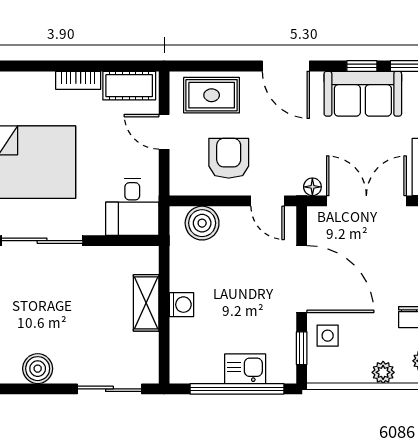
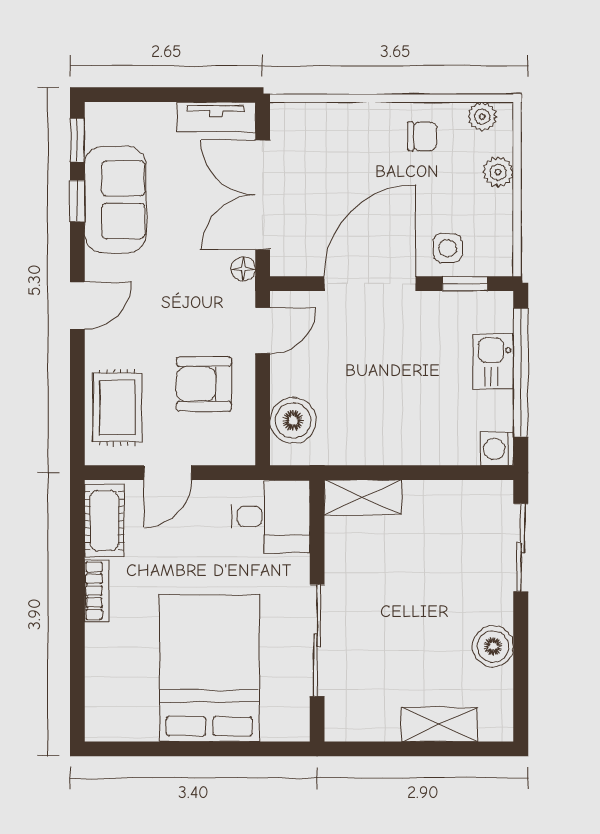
door: (286, 66) -> (77, 305), width x0.73
shelving: (146, 303) -> (363, 497), moved
washing machine: (181, 305) -> (497, 449), moved, turned -90

